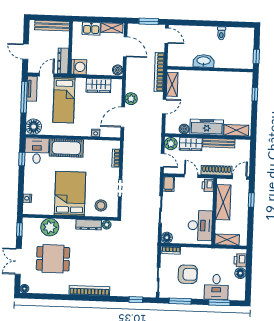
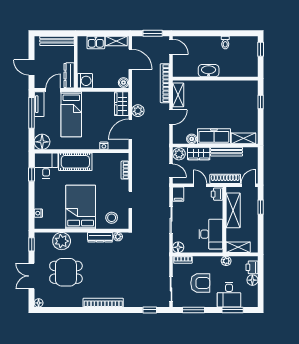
window: (256, 56) -> (261, 49), moved
wardrobe: (99, 85) -> (122, 104), moved, turned 90
plant: (215, 253) -> (226, 261), added

